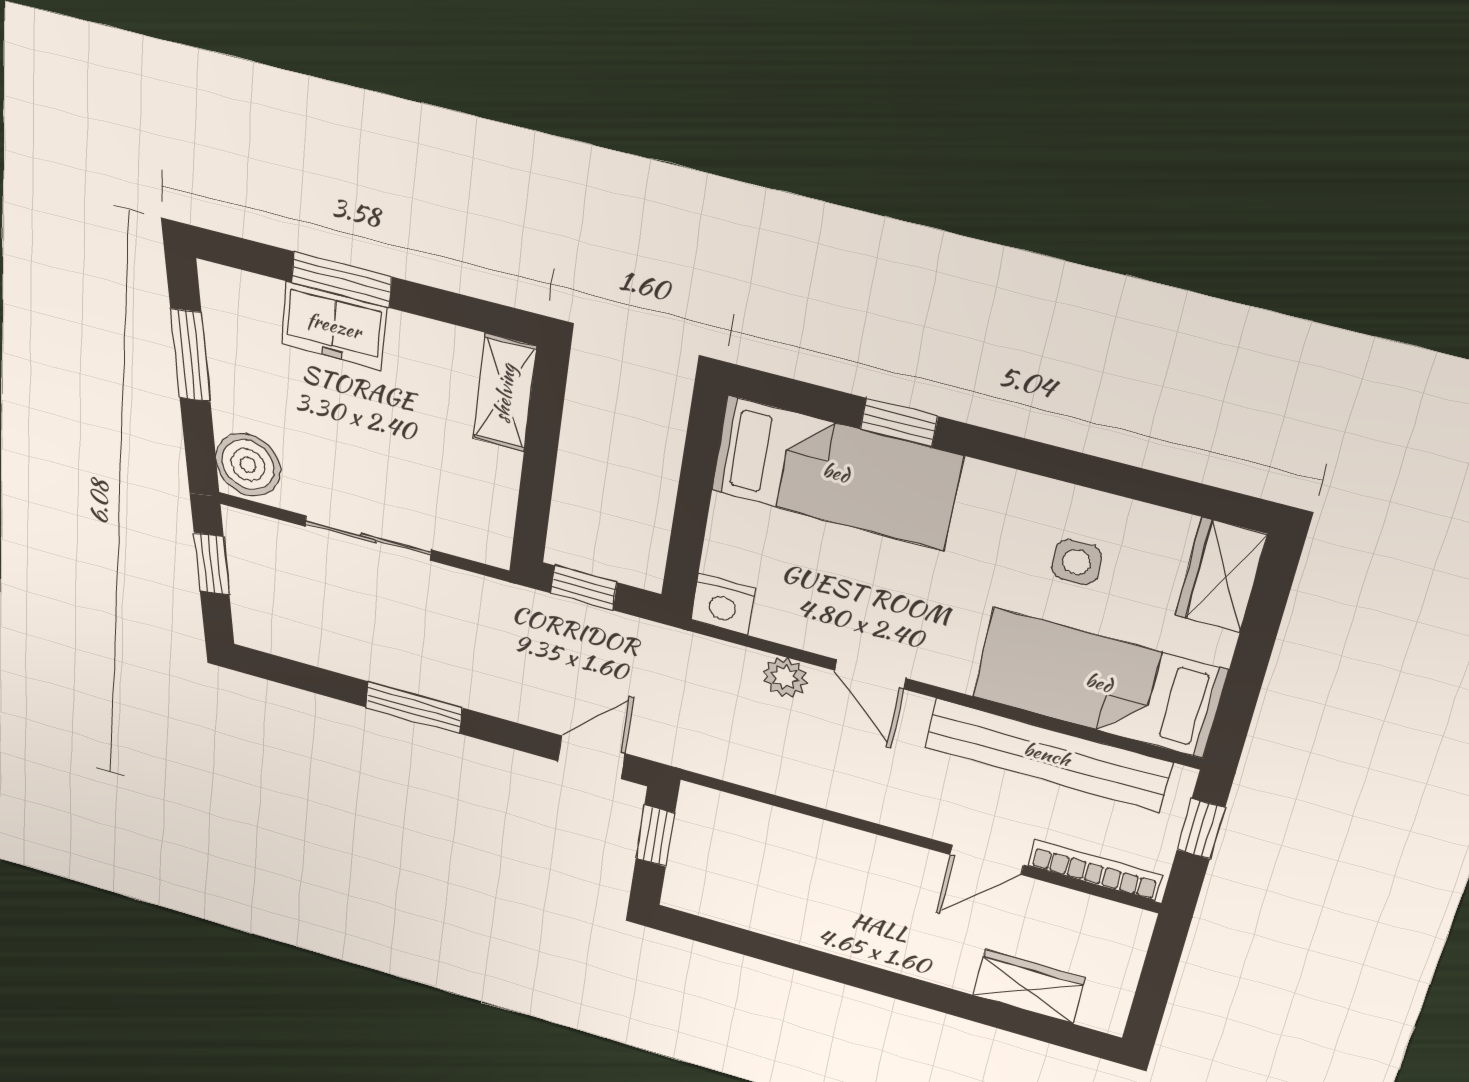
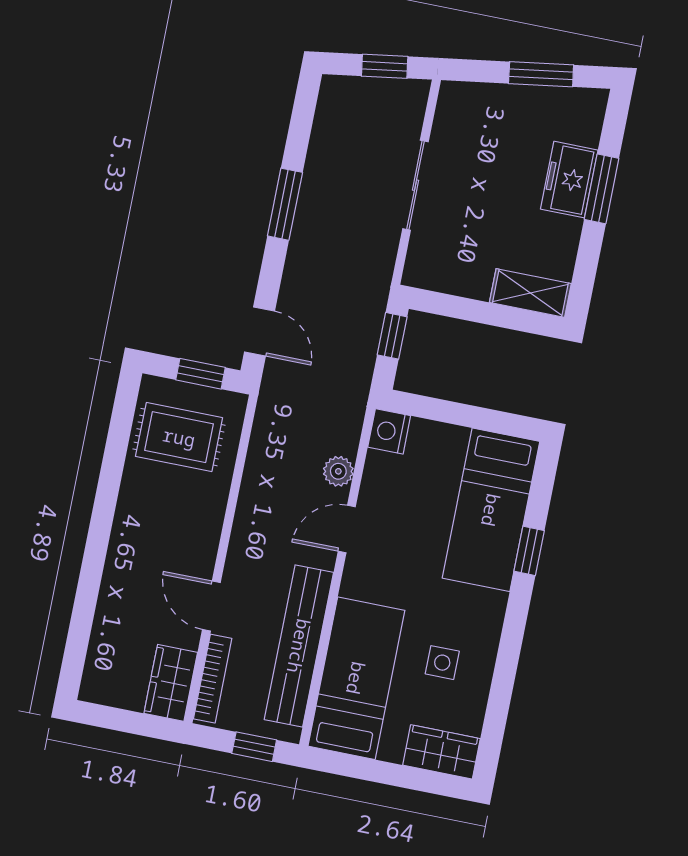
boiler: (248, 465) -> (463, 104), removed
rug: (745, 872) -> (179, 437), added
wardrobe: (1029, 987) -> (171, 683), moved, turned 180

